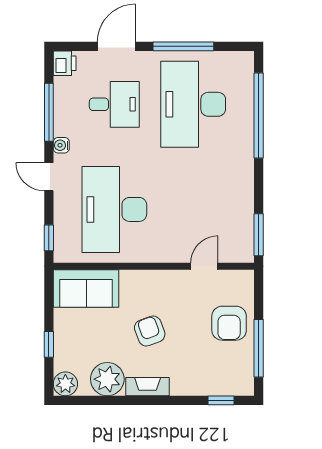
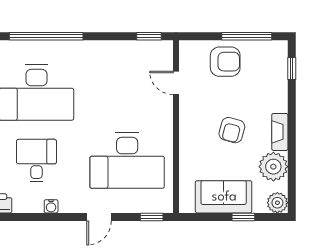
window: (49, 112) -> (43, 217), removed
water cooler: (61, 145) -> (51, 206), moved
window: (259, 235) -> (149, 36), width x0.67
sofa: (86, 288) -> (224, 197), moved, turned -90
armchair: (150, 331) -> (232, 130), turned -55

